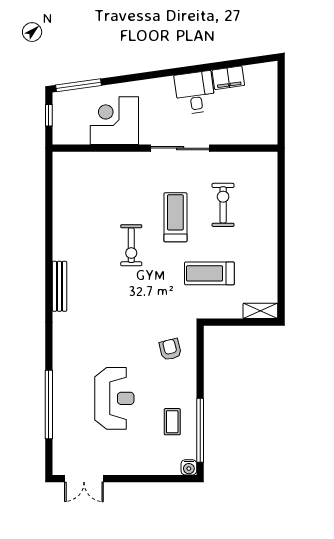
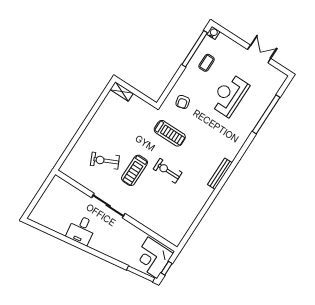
filing cabinet: (228, 78) -> (58, 226), removed
corner desk: (114, 121) -> (153, 258), moved, turned 90
exercise bike: (223, 205) -> (105, 161), turned 65
exercise bike: (131, 245) -> (168, 171), turned -90
treadmill: (209, 273) -> (170, 133), moved
double door: (84, 479) -> (259, 54), moved

